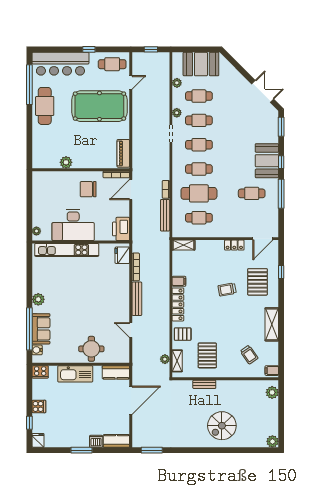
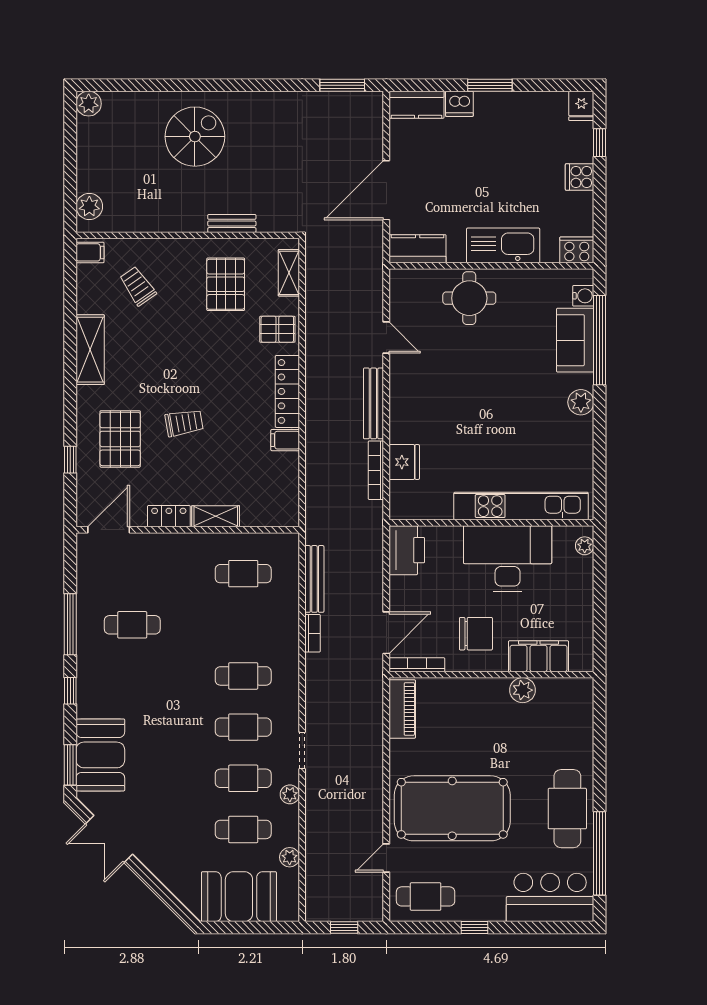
bar counter: (60, 64) -> (550, 897), width x0.73
booth: (267, 161) -> (100, 755), moved
filing cabinet: (58, 178) -> (539, 656), added
cafe table: (199, 193) -> (243, 625), removed
shelving: (183, 245) -> (216, 516), moved
fridge: (122, 255) -> (404, 462), moved
plant: (165, 359) -> (315, 276), removed

